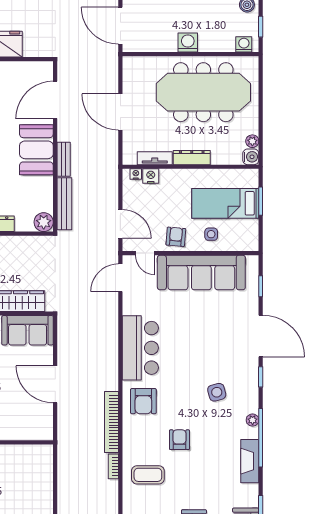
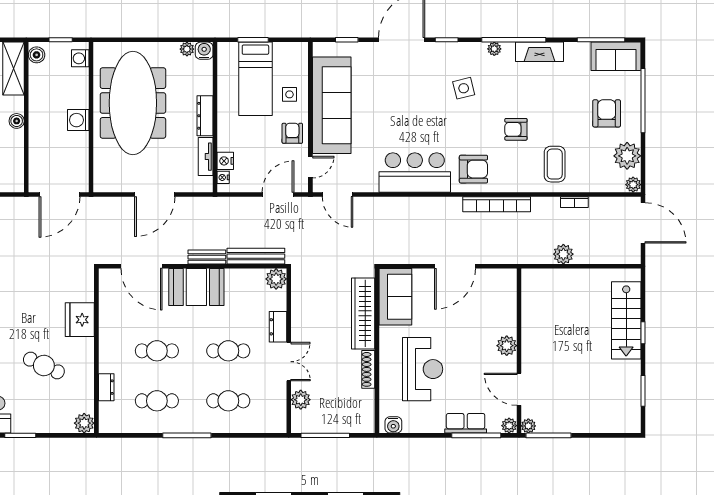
armchair: (176, 237) -> (292, 133), turned 85
bookcase: (113, 466) -> (574, 202), moved
plant: (66, 483) -> (563, 254), added

